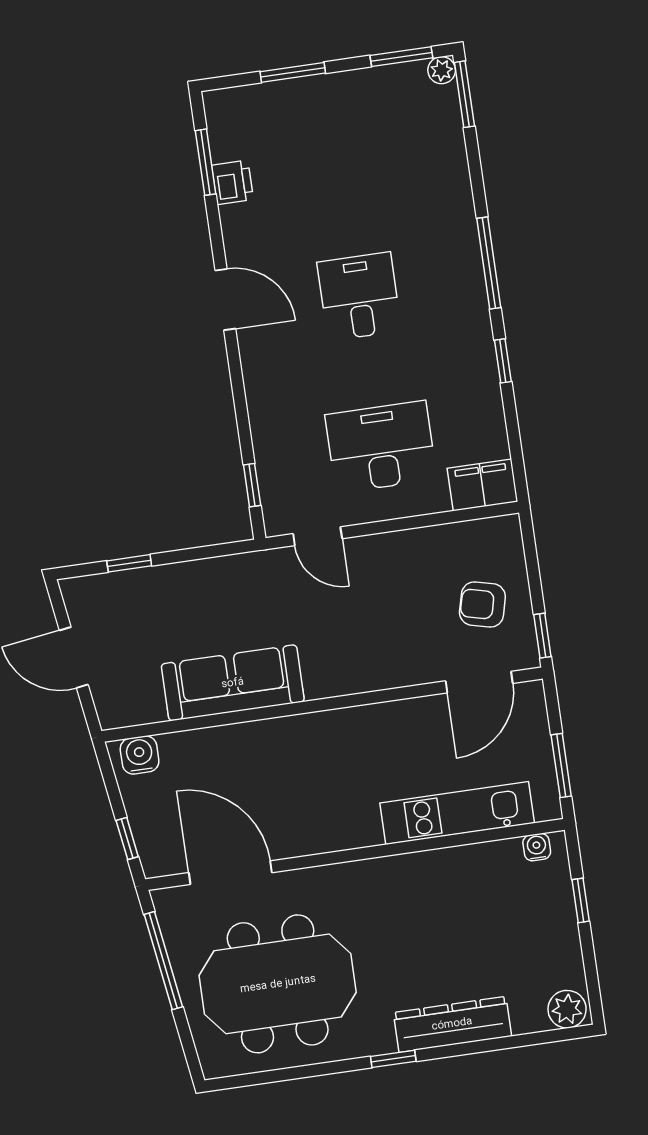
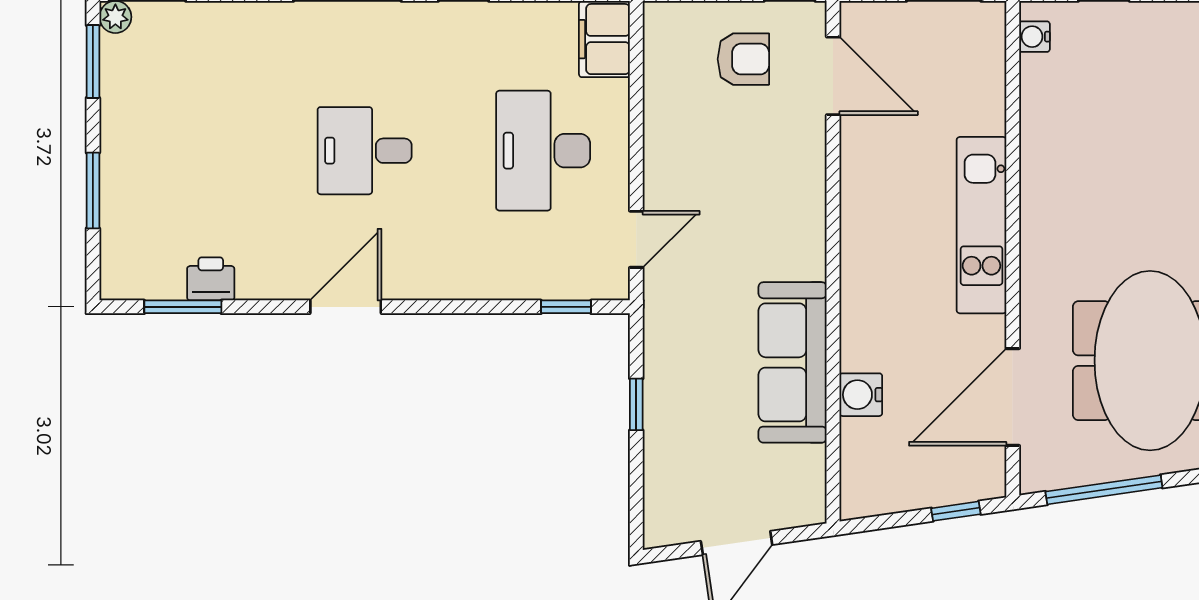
window: (129, 563) -> (636, 404), moved
armchair: (482, 605) -> (743, 59), turned -104
water cooler: (140, 755) -> (861, 395), moved
kitchen unit: (457, 813) -> (981, 225), moved

